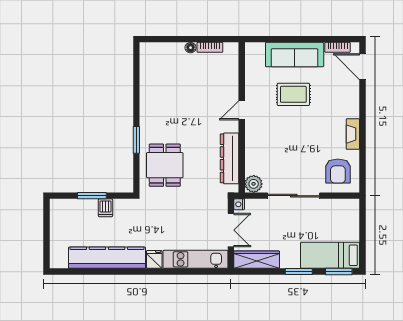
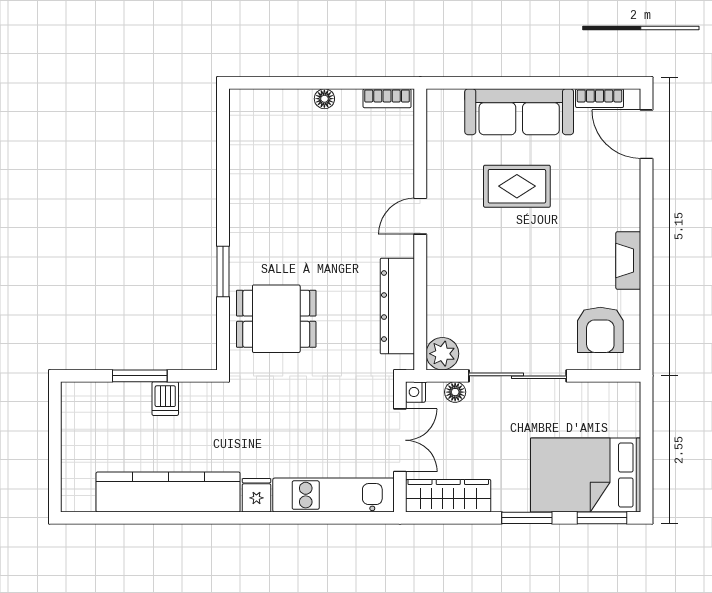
bookcase: (210, 47) -> (387, 98), moved
dining table: (165, 165) -> (276, 319), turned 90
floor lamp: (260, 204) -> (455, 392), added
bed: (330, 255) -> (586, 475), width x1.50

